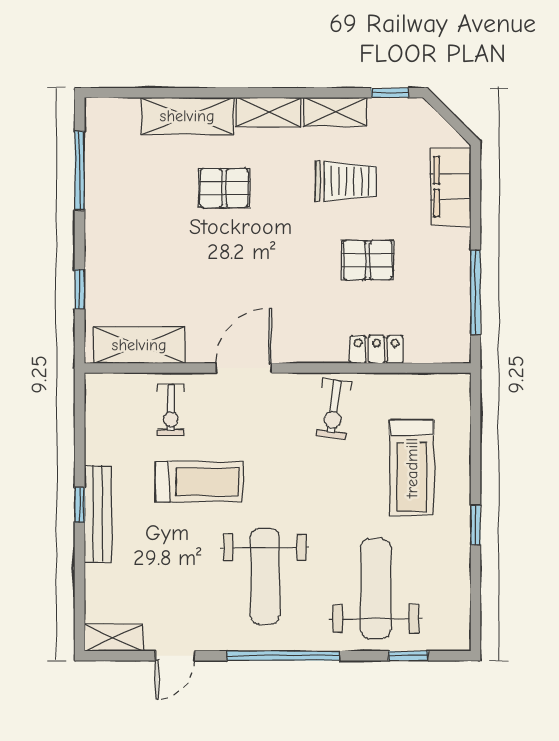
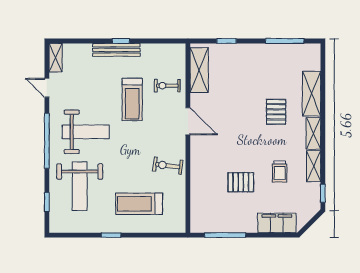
trolley: (346, 181) -> (280, 172), width x0.73, depth x0.72
pallet: (368, 260) -> (241, 182), turned 90
locker: (376, 349) -> (197, 187), removed
weight bench: (265, 576) -> (86, 132), turned 180
weight bench: (376, 589) -> (80, 186), turned 90

